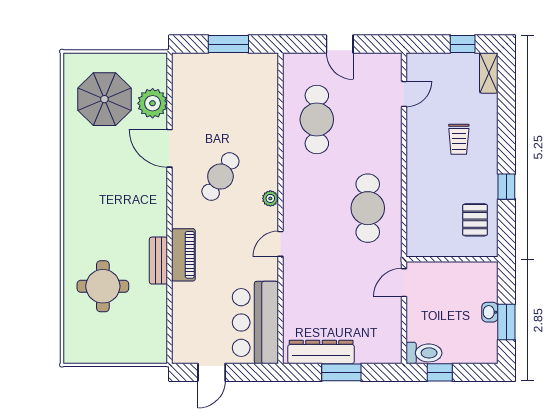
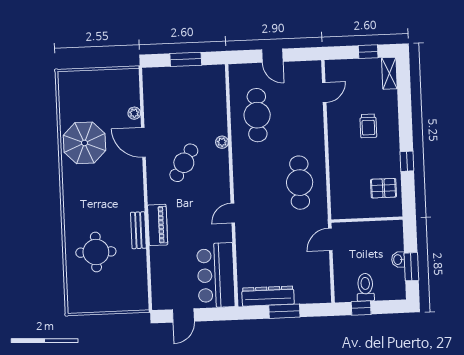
parasol: (104, 99) -> (85, 143), moved
plant: (153, 103) -> (134, 113), width x0.53, depth x0.53
plant: (270, 198) -> (222, 142), moved
pallet: (475, 220) -> (384, 188), turned 90
toilet: (424, 353) -> (365, 287), moved, turned -90

